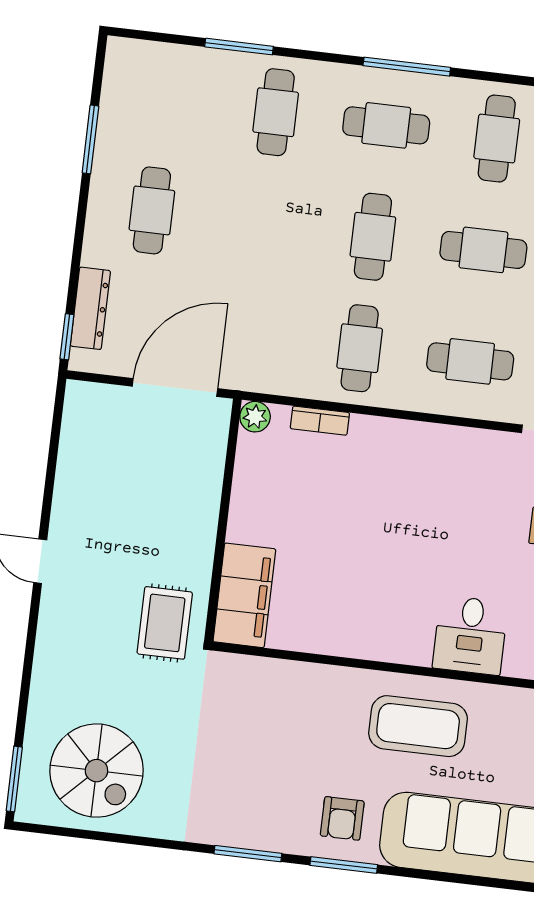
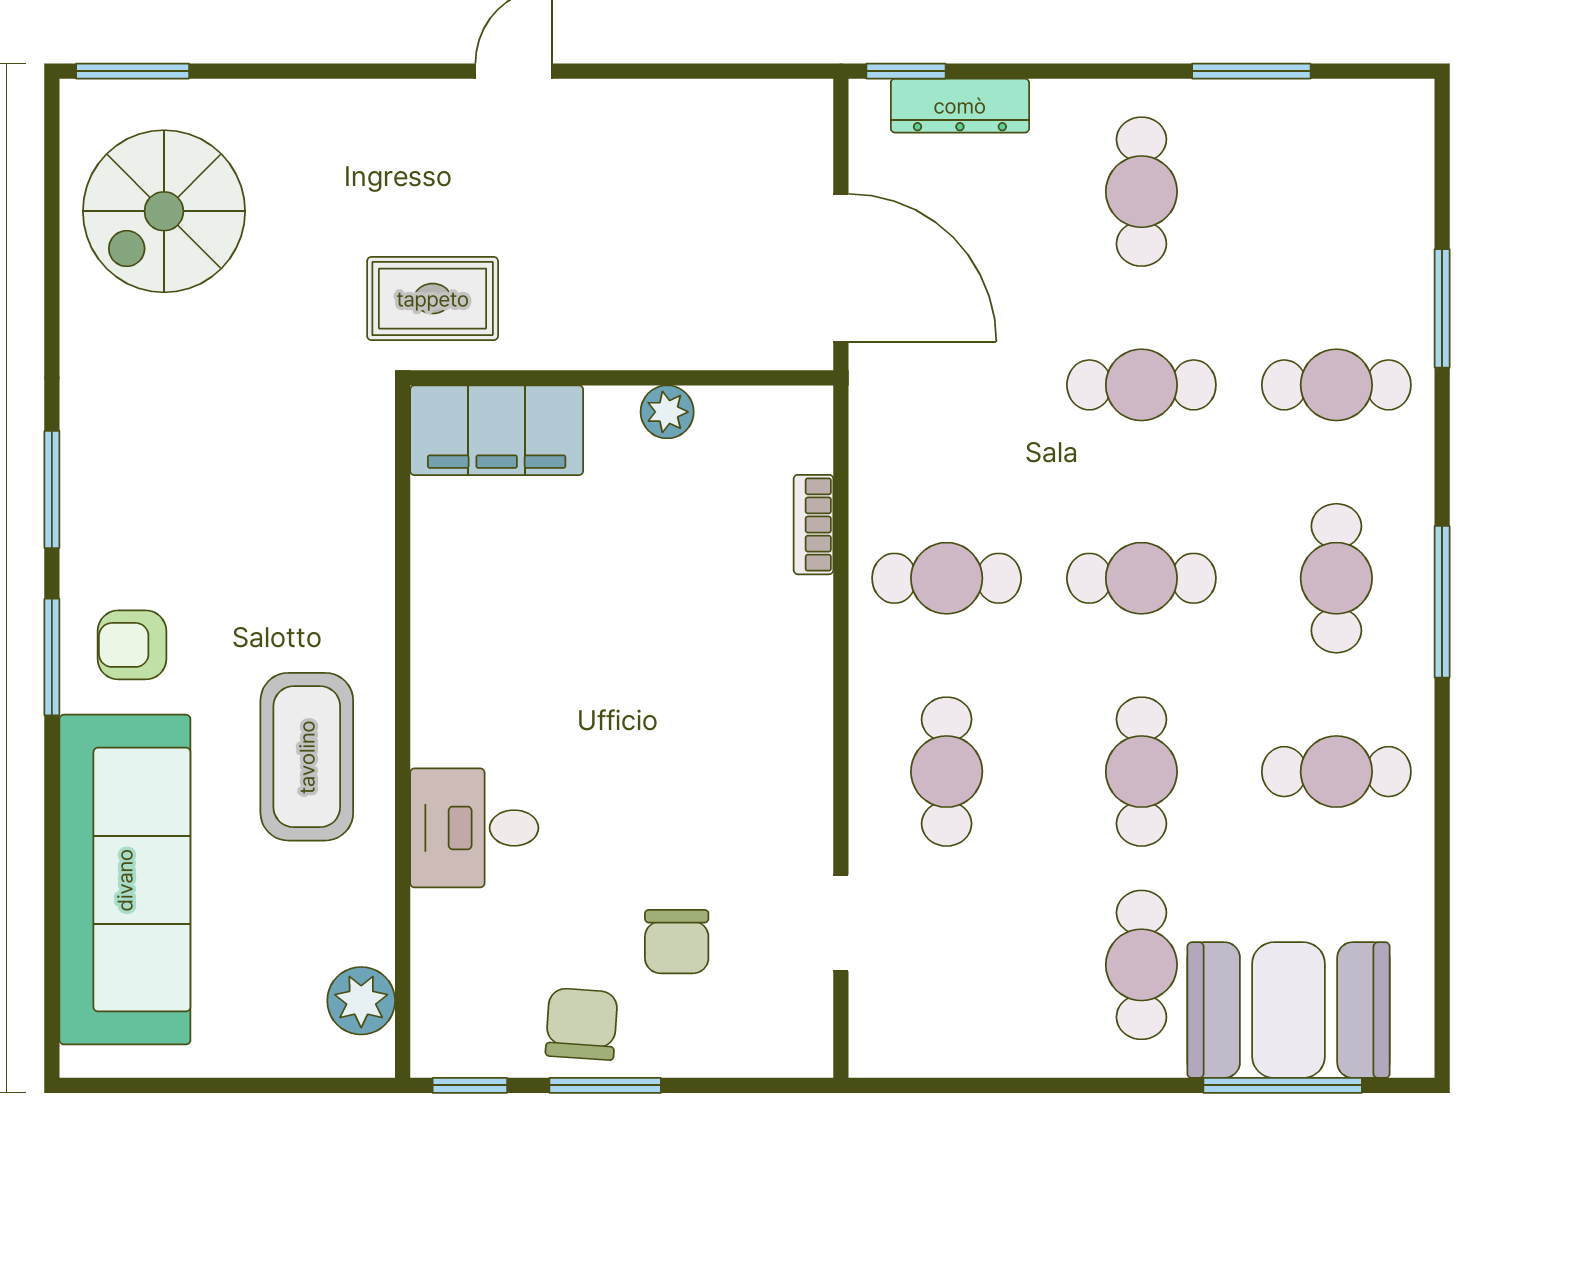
cafe table: (152, 210) -> (1141, 192), turned 90
cafe table: (262, 224) -> (1141, 385), added
plant: (255, 417) -> (667, 412), moved

